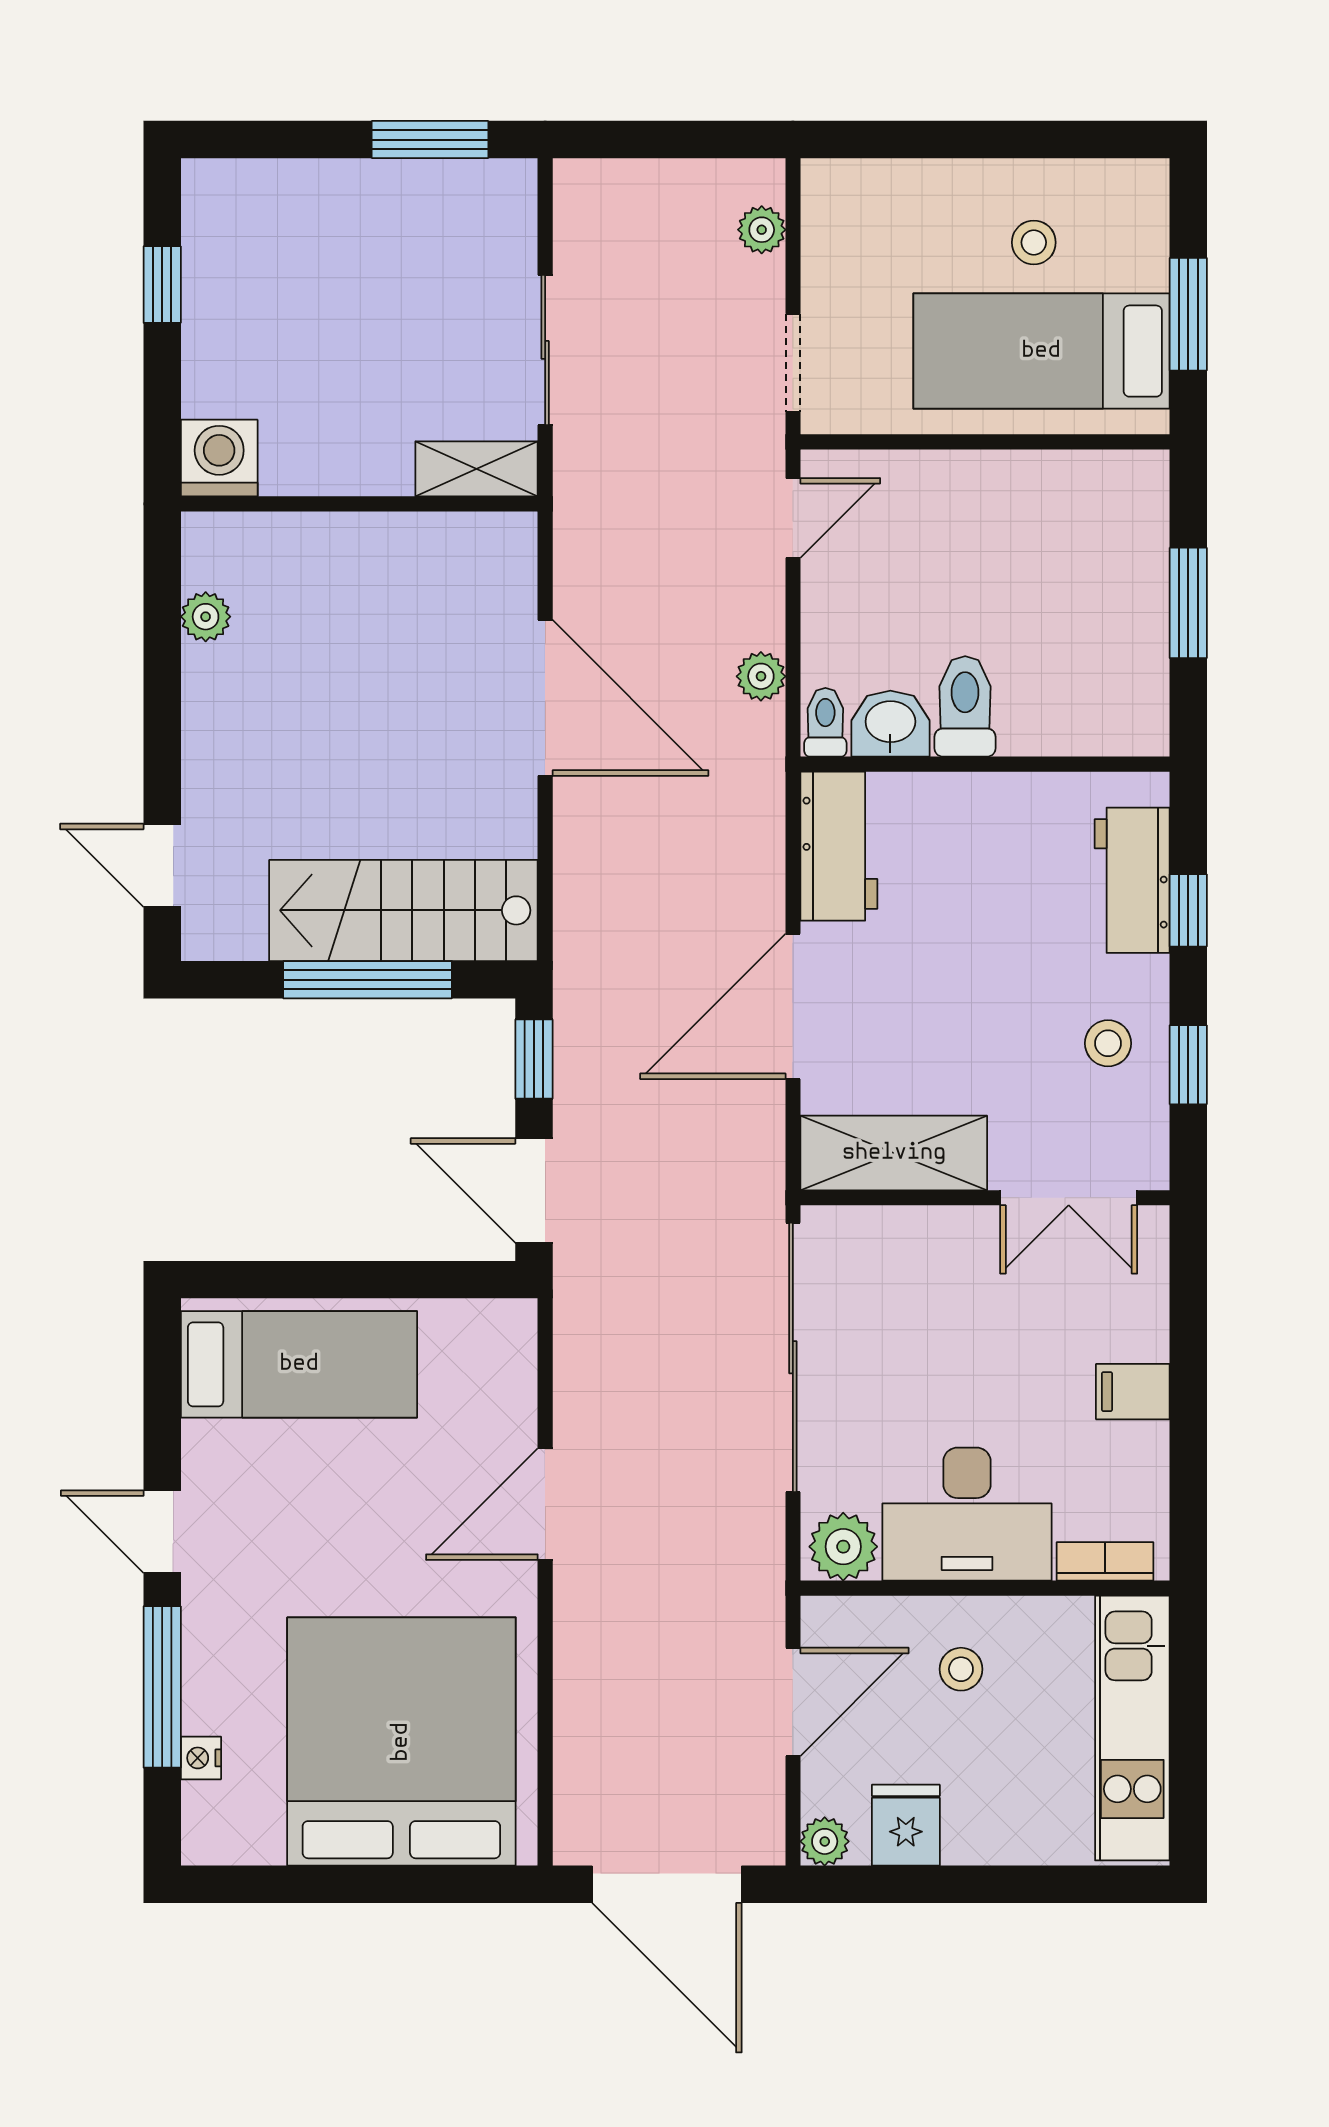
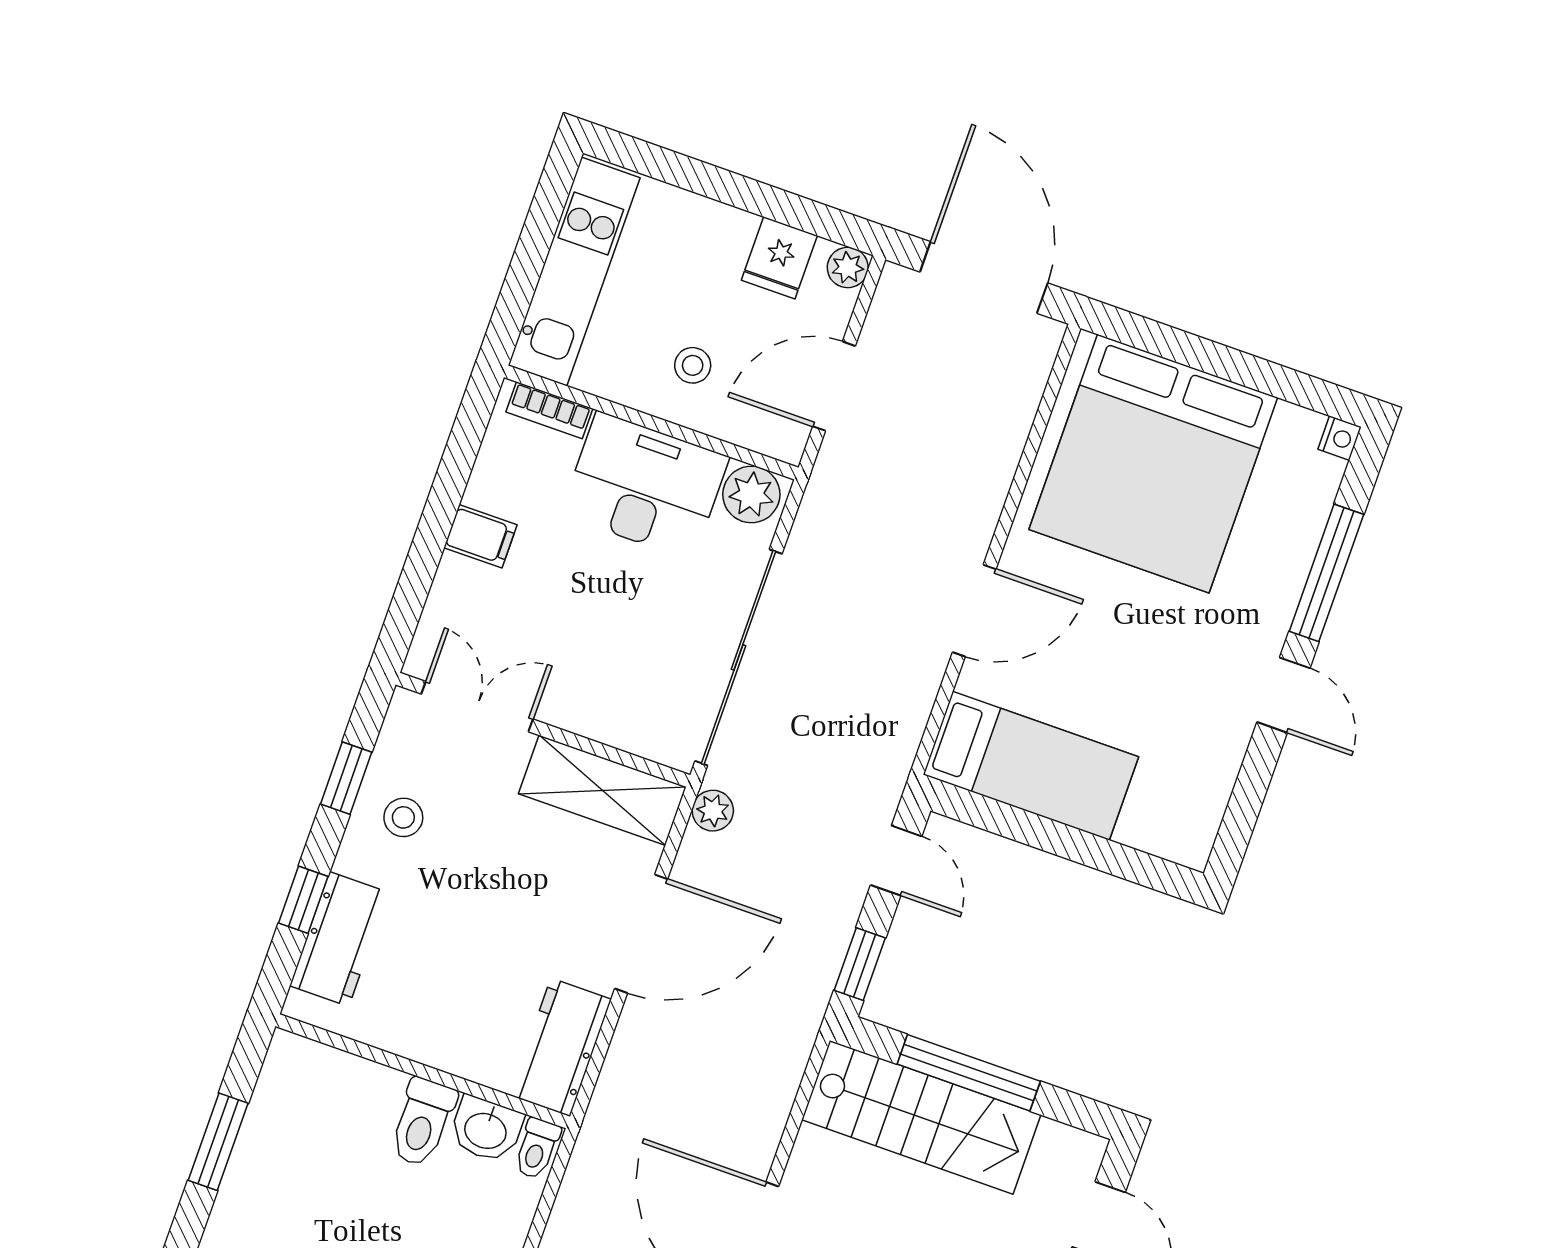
plant: (761, 676) -> (713, 811), moved
door: (534, 1191) -> (896, 861), width x0.73
bed: (299, 1364) -> (1031, 766), moved, turned 180
nightstand: (201, 1758) -> (1340, 438), moved

